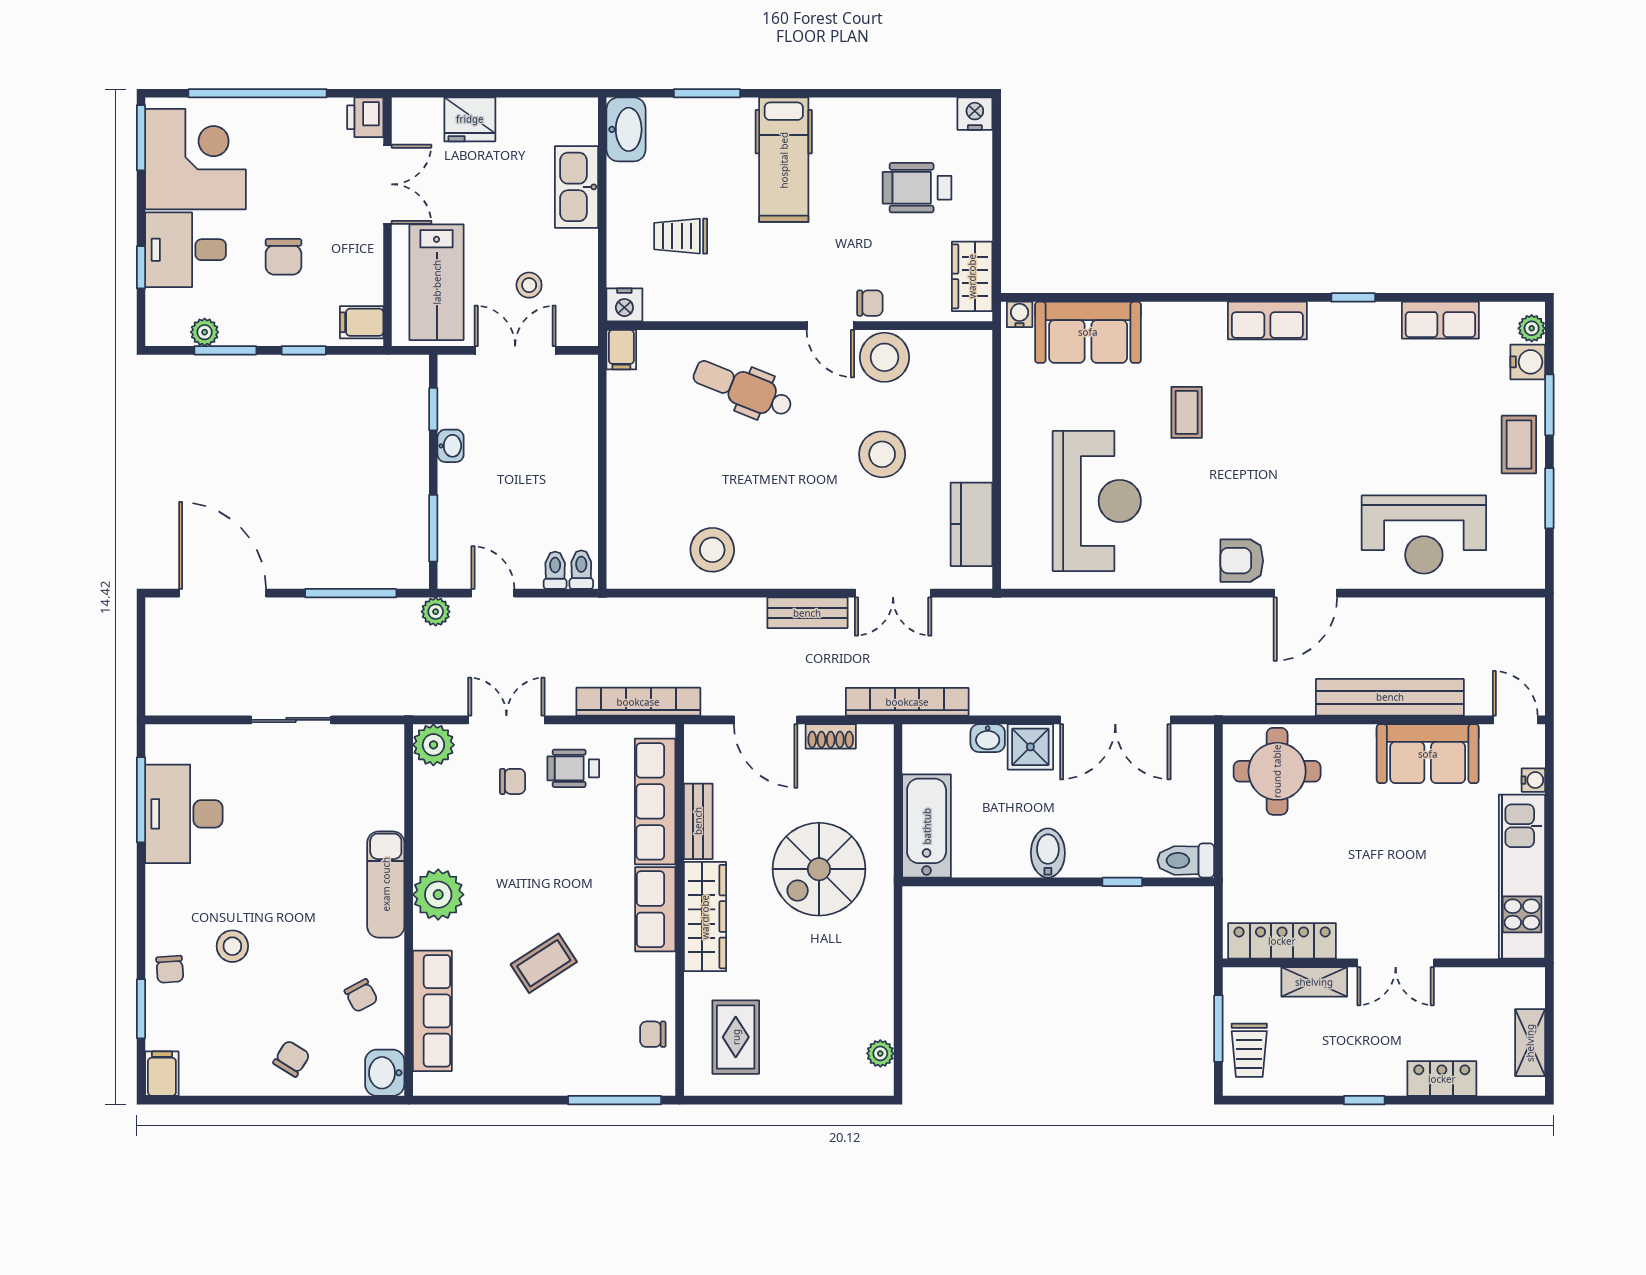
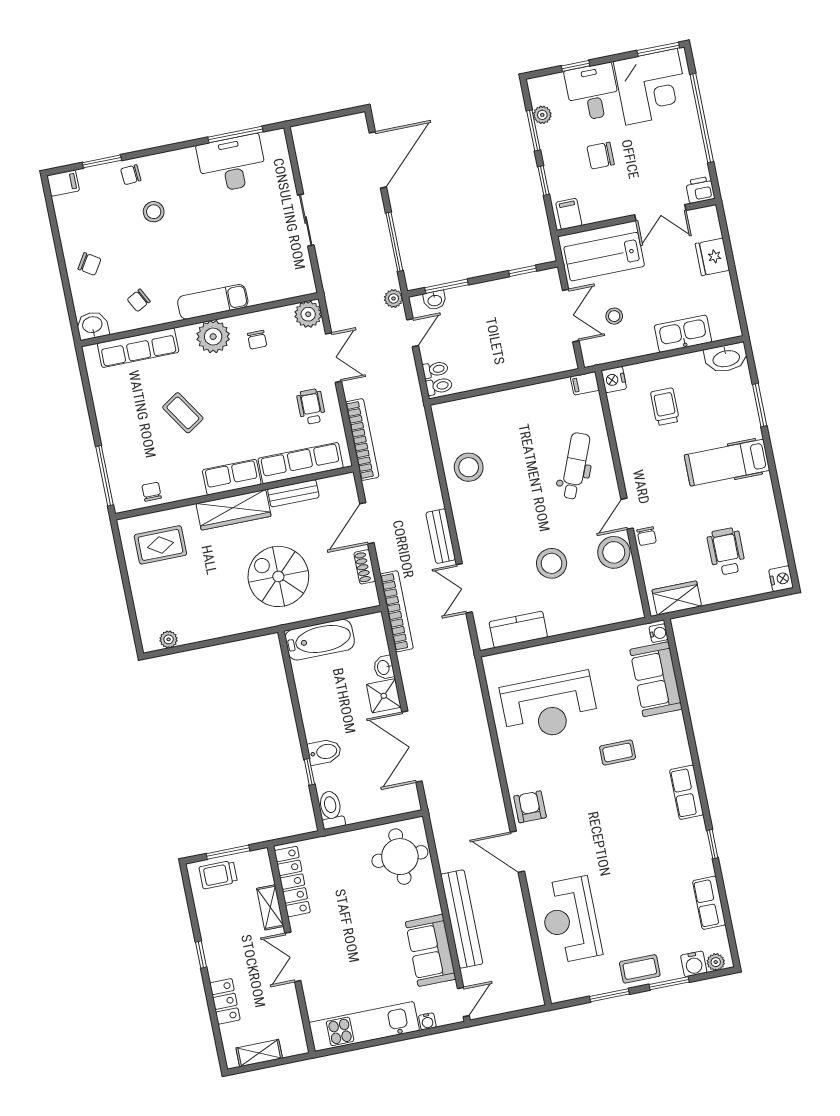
washbasin: (451, 446) -> (435, 300), moved
chair: (513, 781) -> (257, 340), moved
bidet: (1048, 853) -> (324, 752), moved

